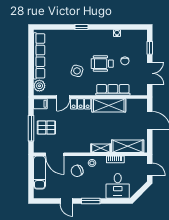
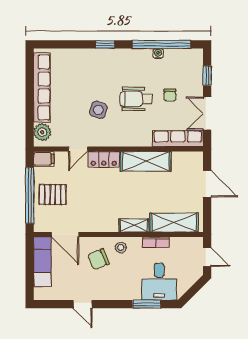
window: (119, 27) -> (161, 44), added
double door: (150, 73) -> (207, 113), swing flipped
row of seats: (113, 90) -> (178, 138), moved
window: (31, 128) -> (30, 196), width x1.46
window: (91, 201) -> (147, 304), moved

